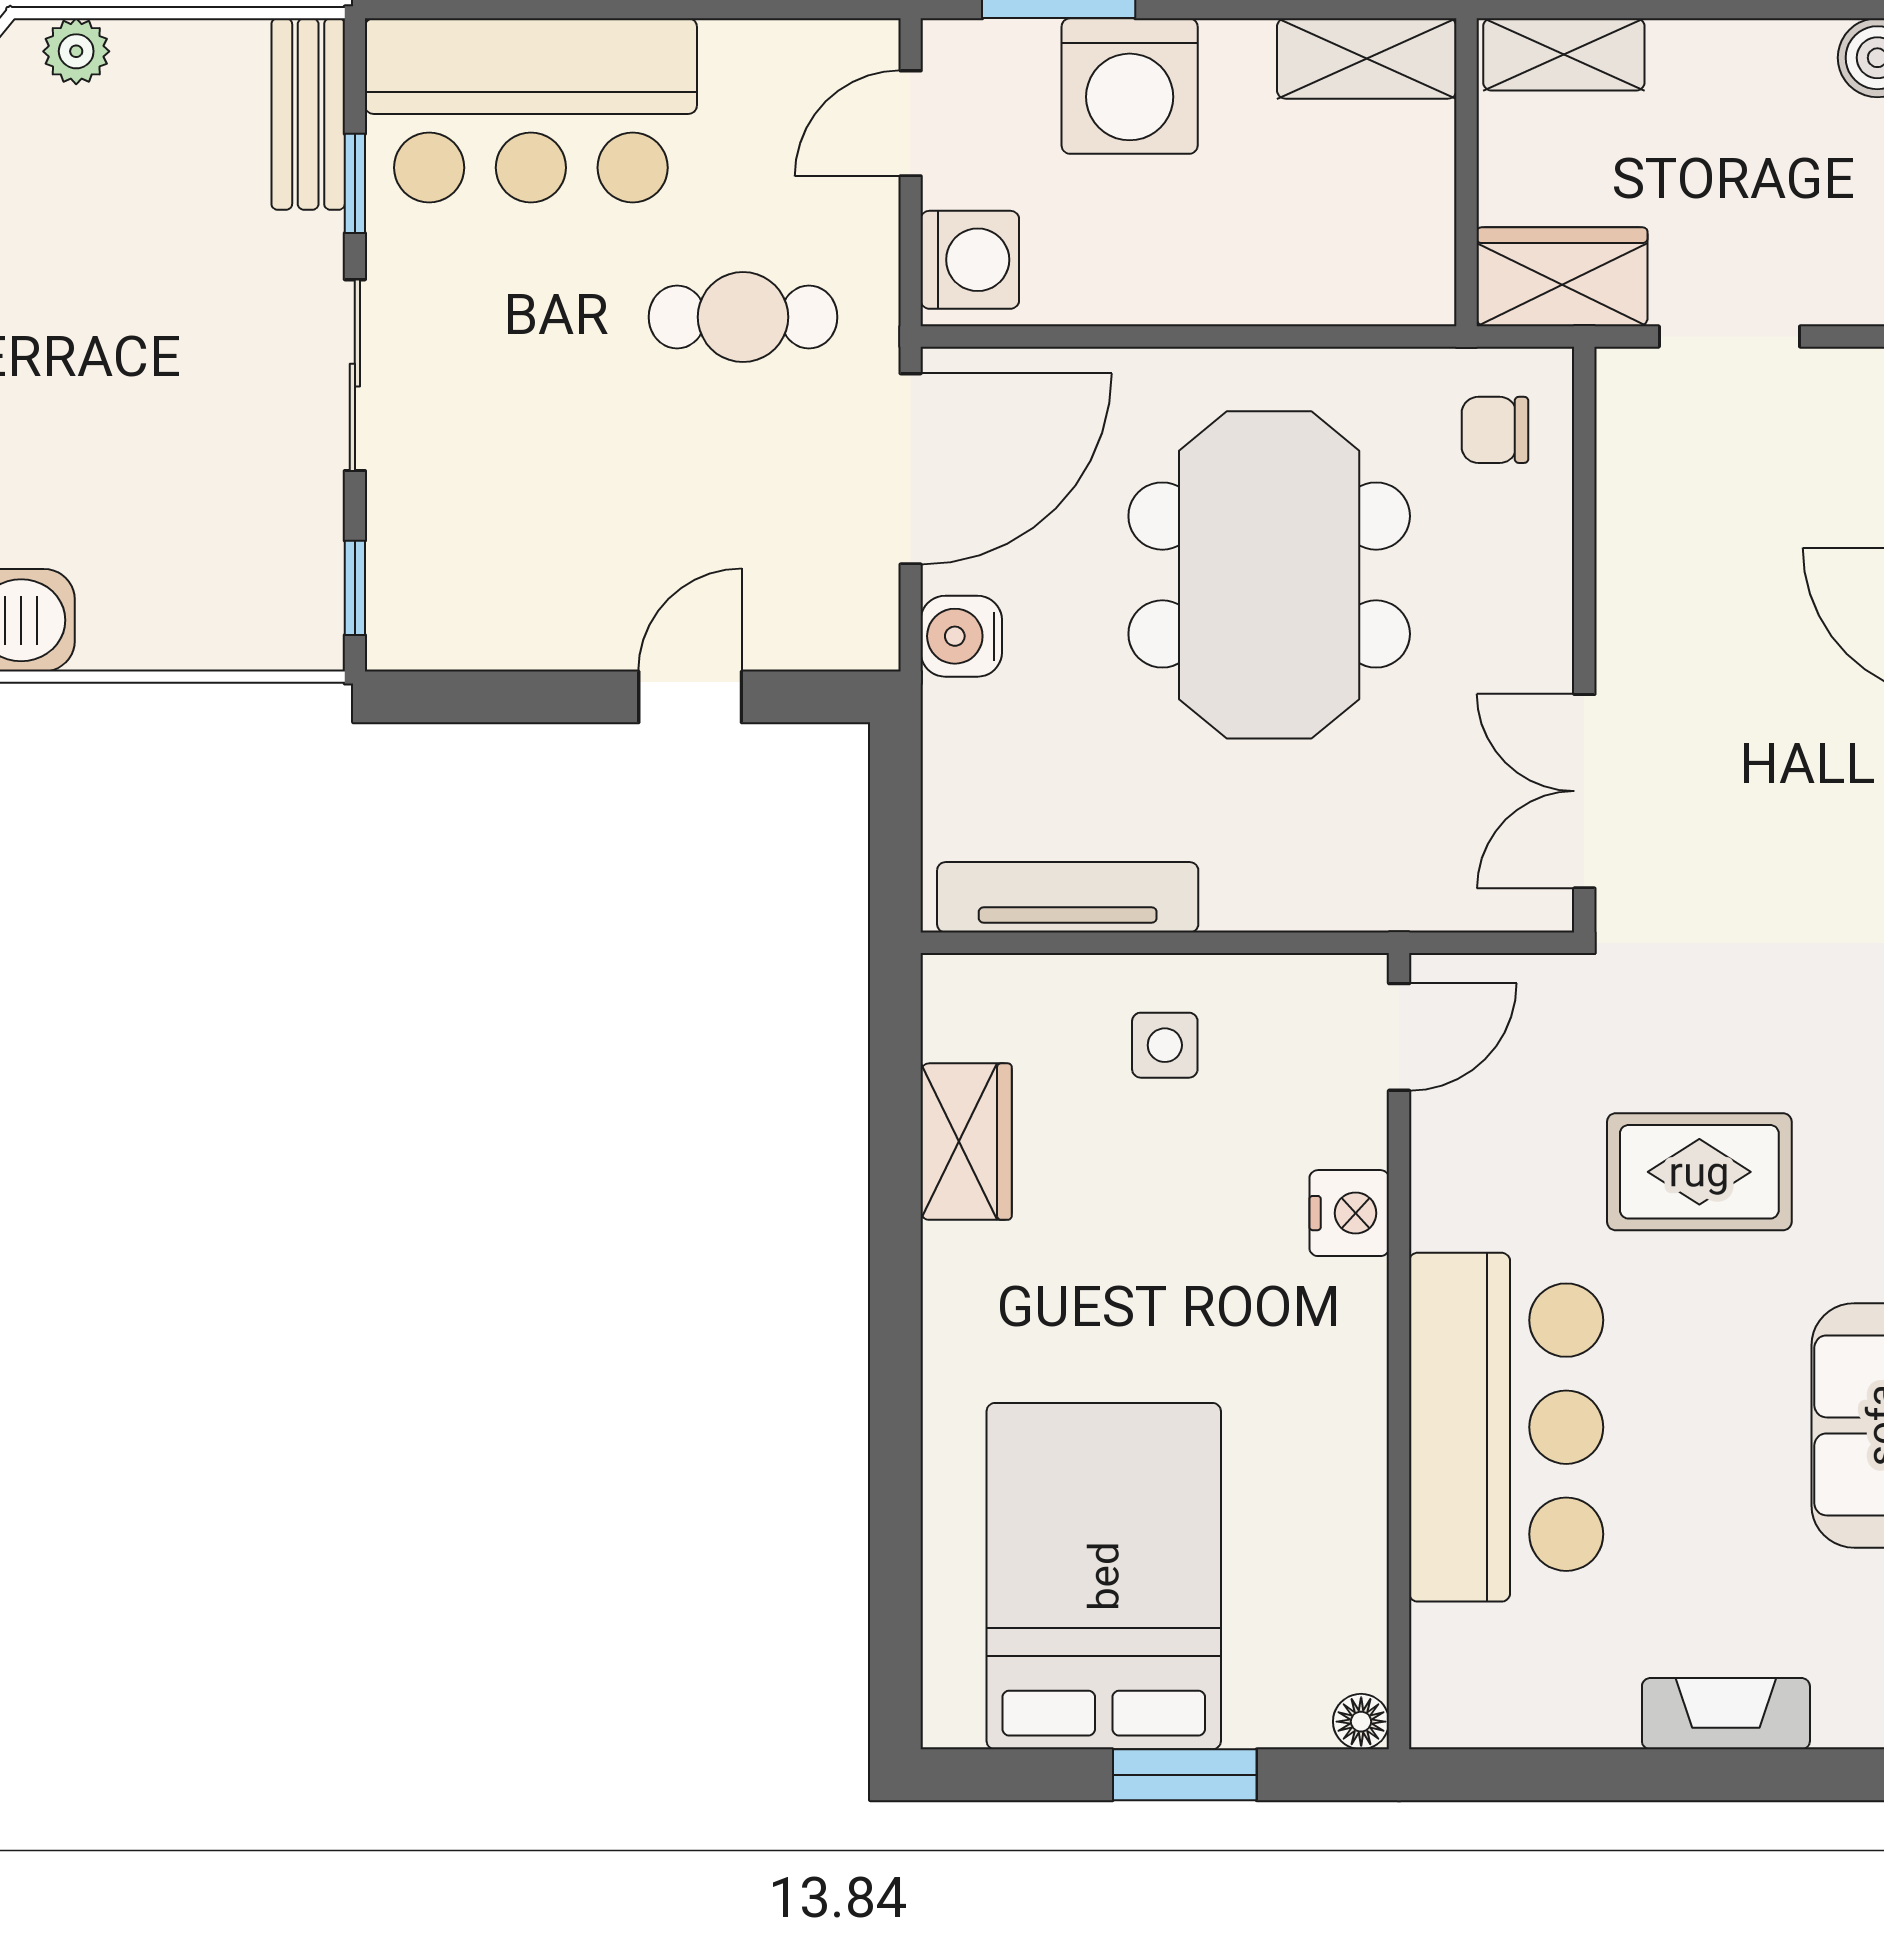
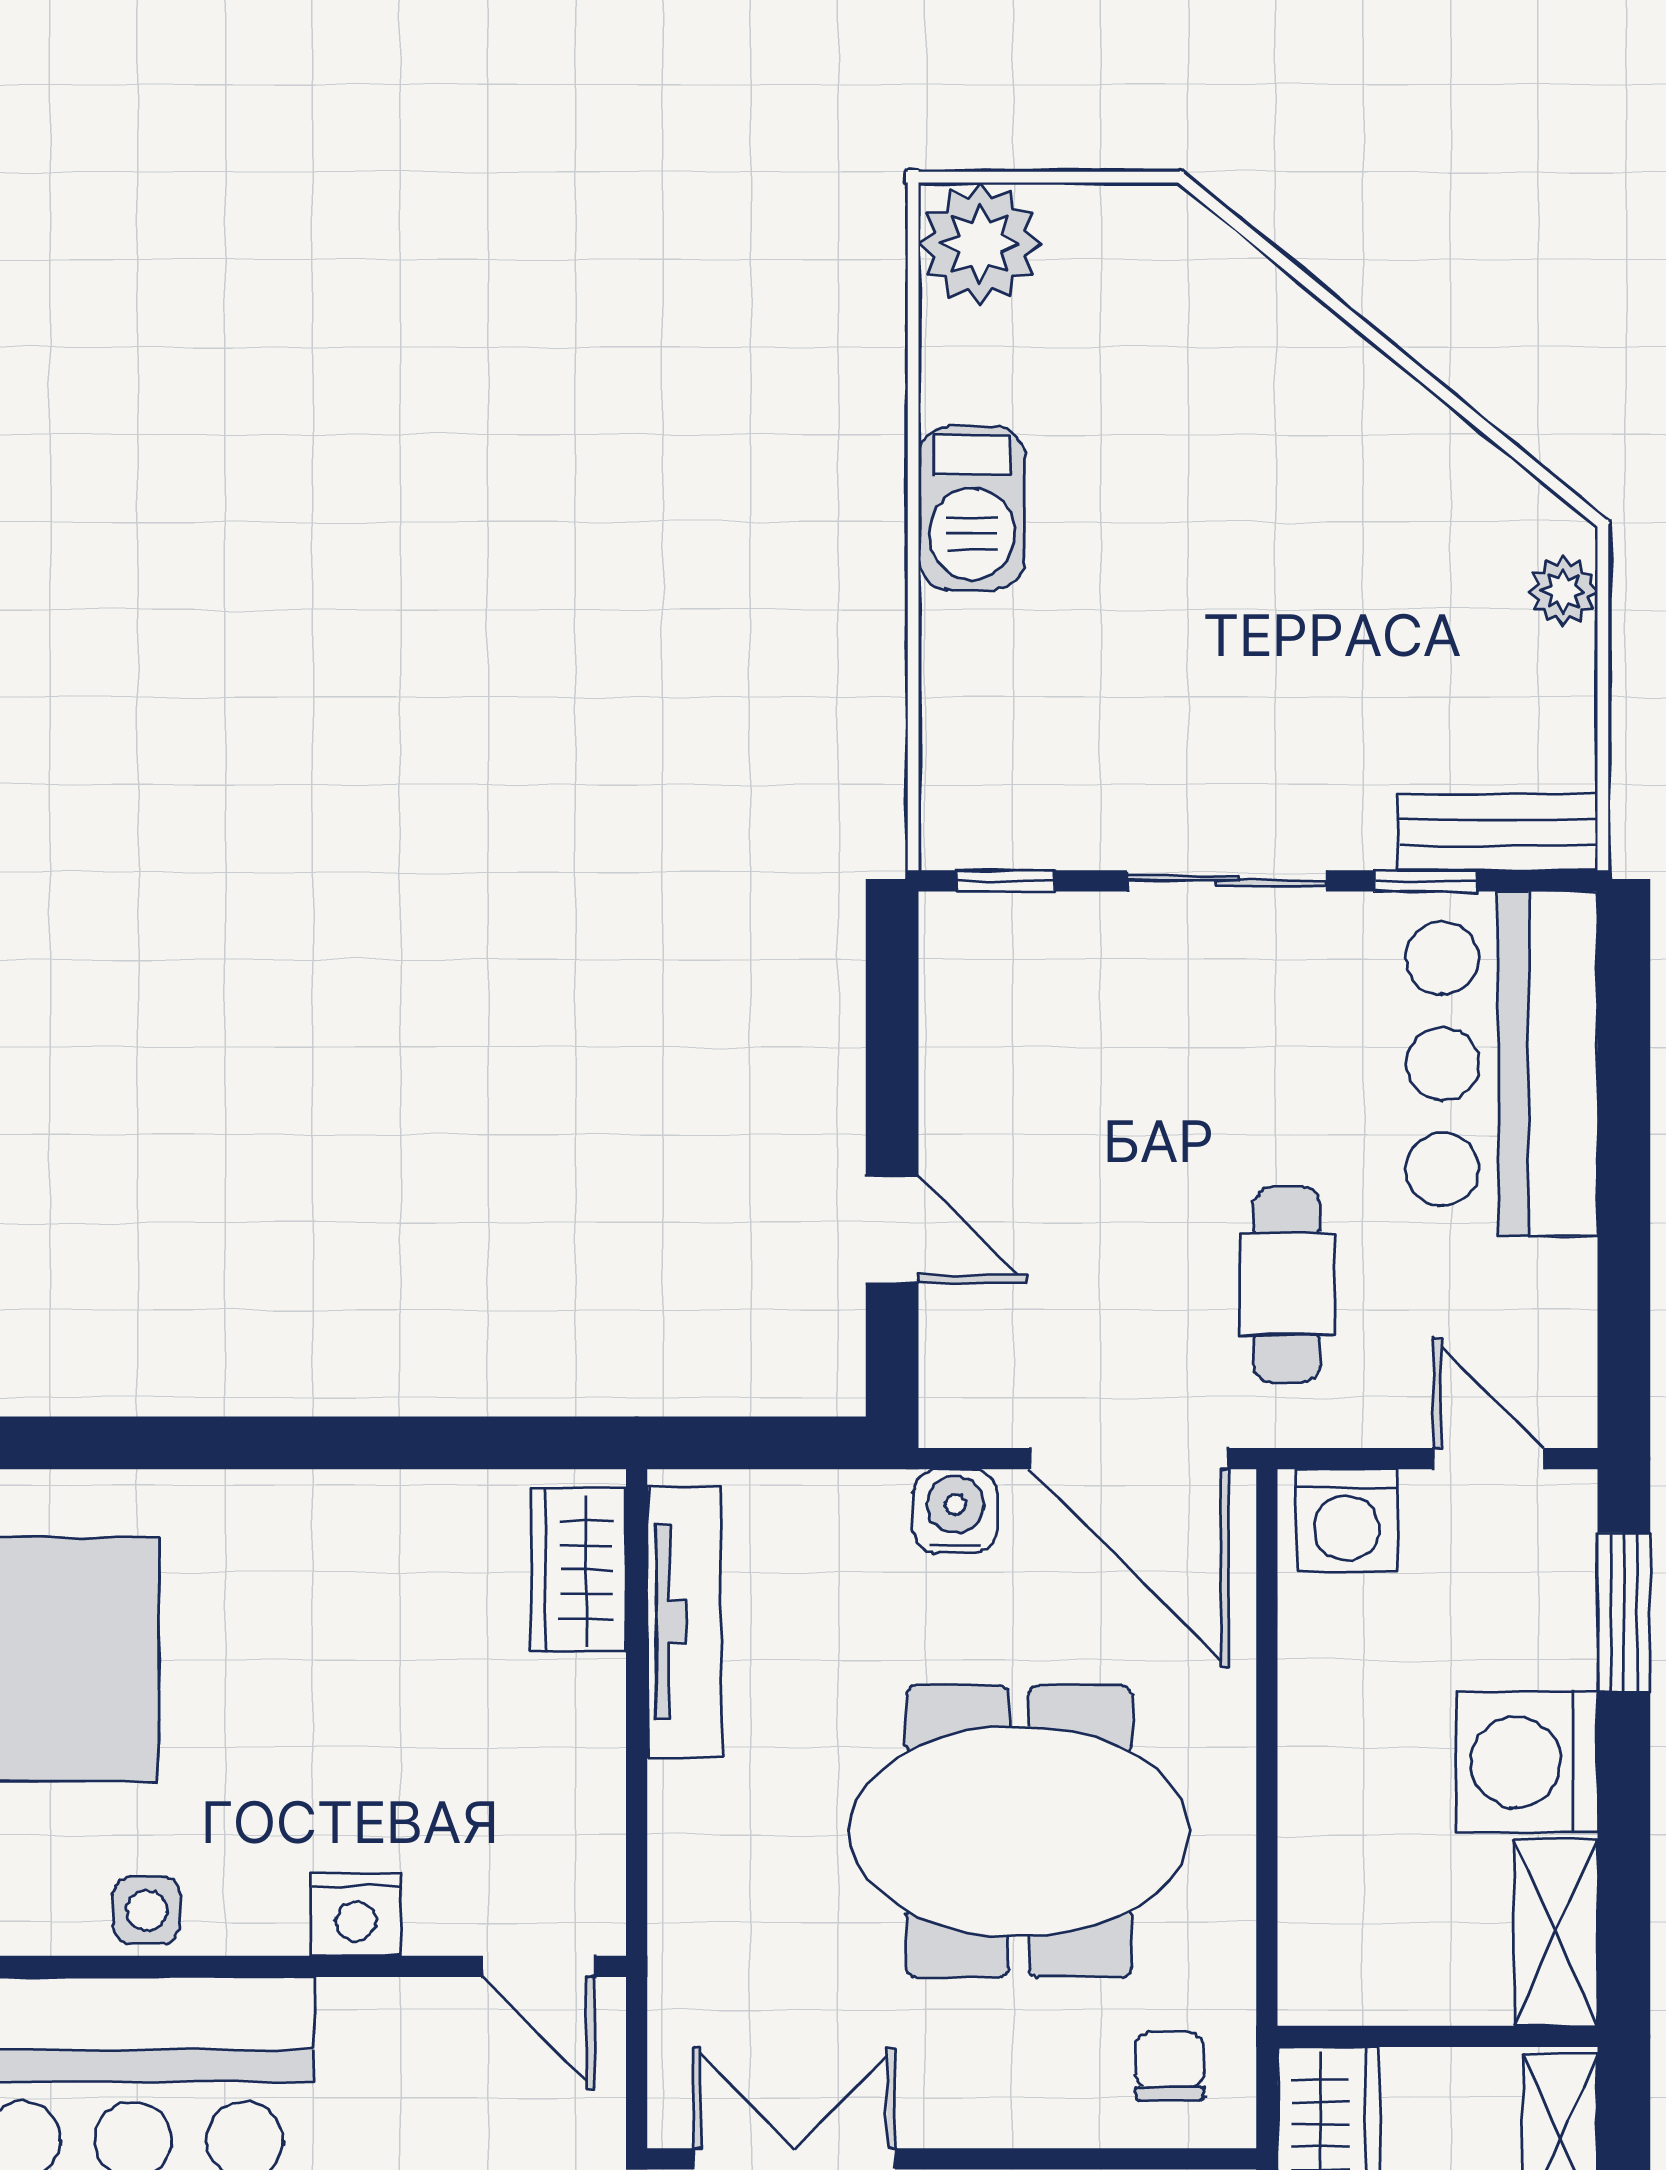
washing machine: (1130, 86) -> (1527, 1762), moved
side table: (1165, 1045) -> (147, 1910), moved
wardrobe: (966, 1142) -> (579, 1570), moved, turned 90

